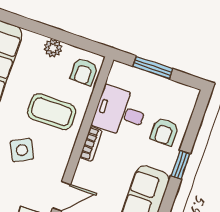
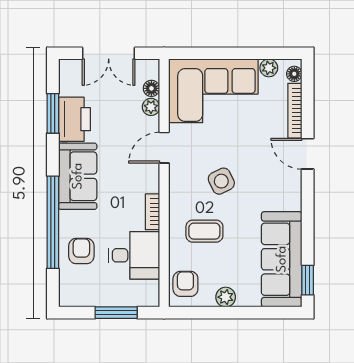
coffee table: (52, 112) -> (204, 231), width x0.73, depth x0.77
window: (181, 165) -> (53, 222), width x3.17

